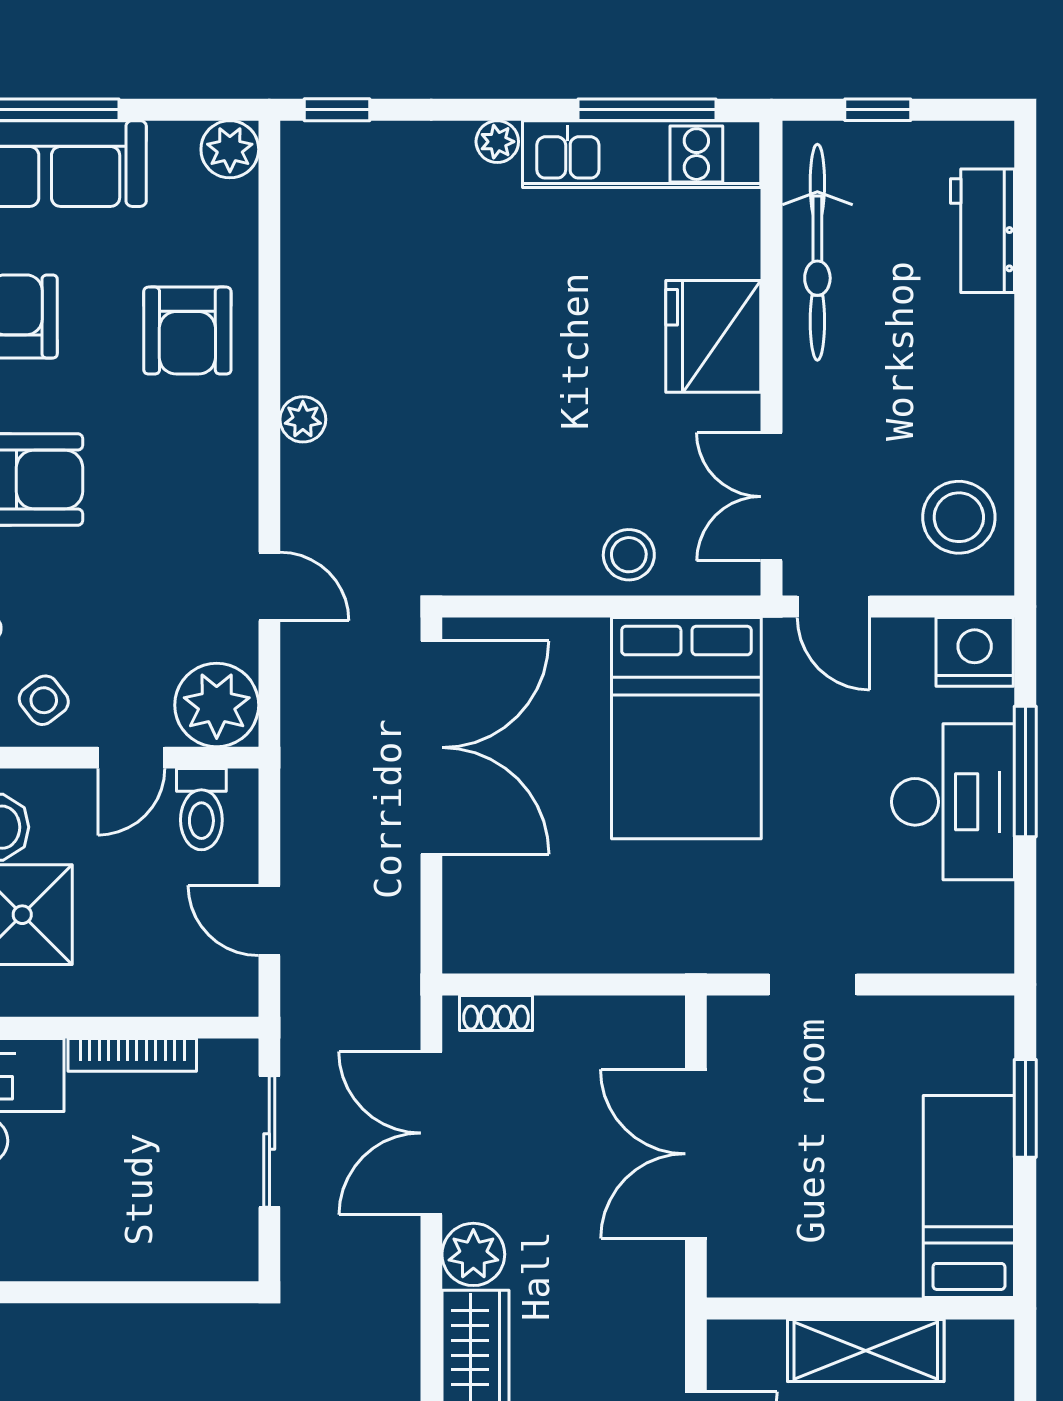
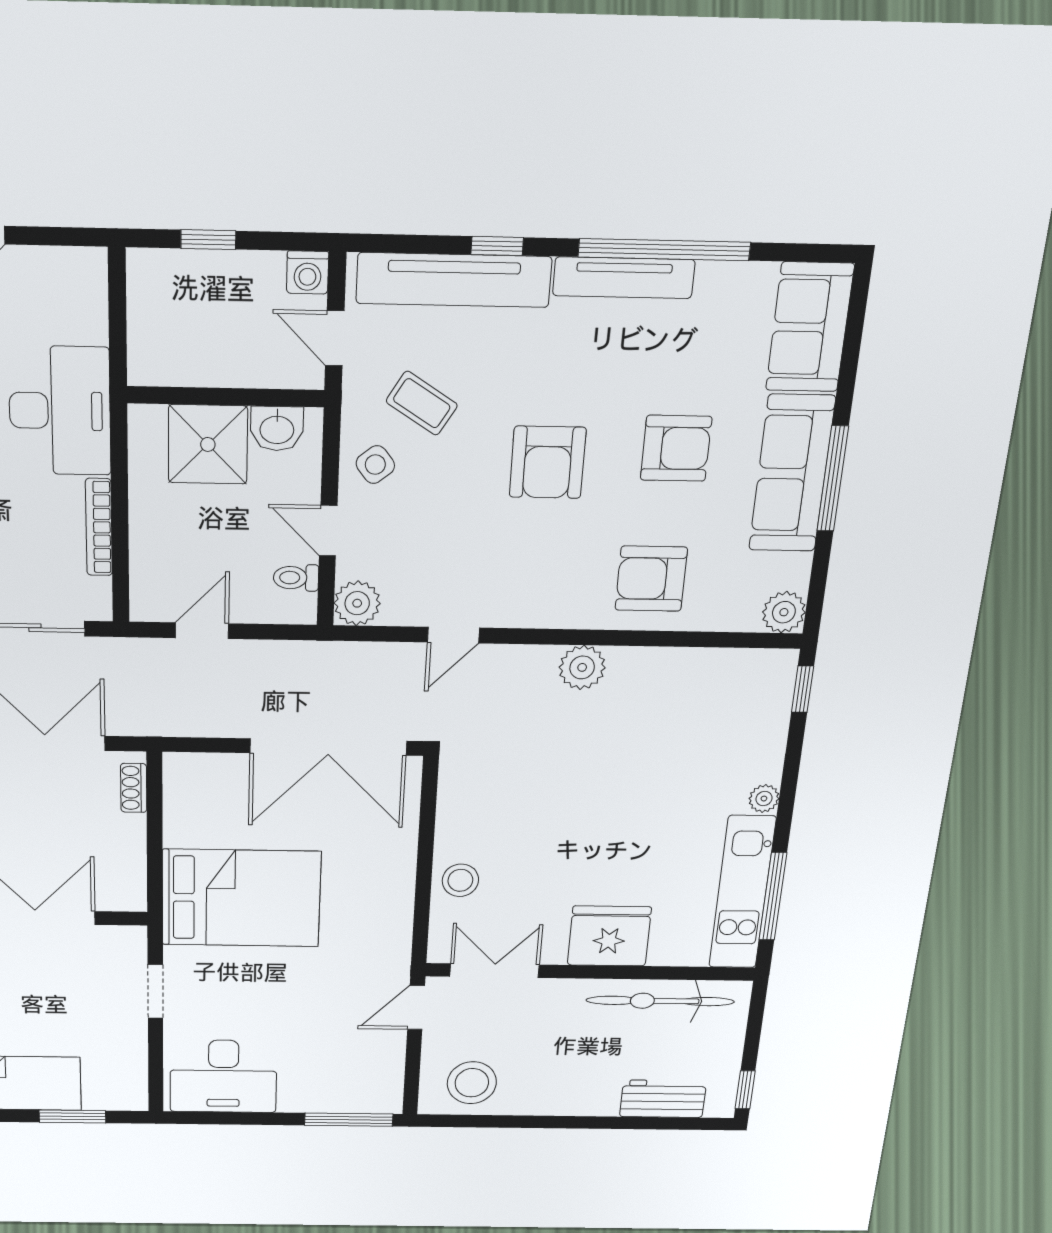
window: (878, 110) -> (745, 1090), moved
plant: (303, 419) -> (582, 667), width x1.38, depth x1.38
nightstand: (975, 652) -> (381, 1091), removed
plant: (217, 705) -> (357, 603), width x0.73, depth x0.73
bed: (686, 728) -> (241, 898), moved, turned 180
window: (1025, 771) -> (349, 1120), moved
desk: (953, 802) -> (223, 1076), moved
toilet: (201, 809) -> (296, 578), width x0.73, depth x0.72

